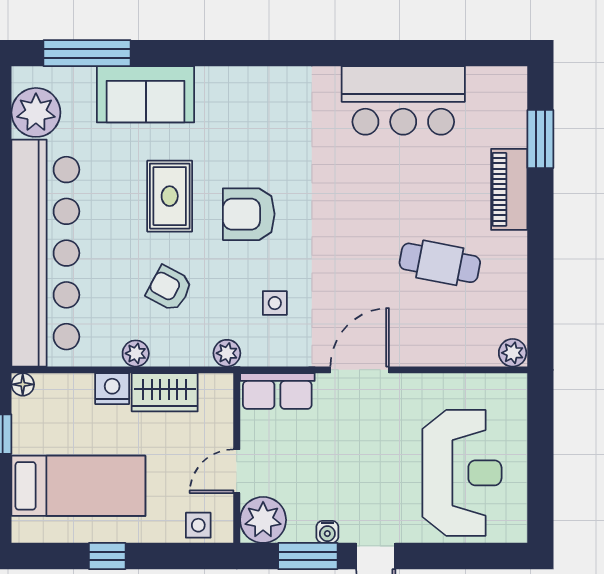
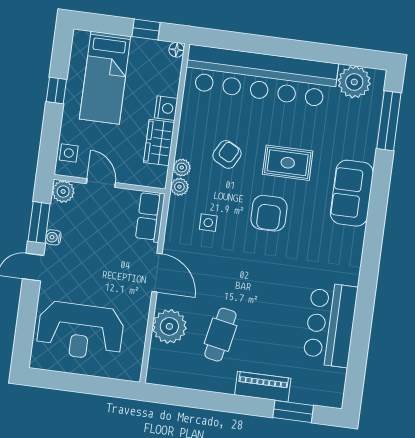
sofa: (146, 94) -> (352, 193), moved
armchair: (249, 214) -> (269, 213), turned 180
plant: (136, 353) -> (182, 168), moved
plant: (513, 353) -> (169, 326), moved, width x1.87, depth x1.87
plant: (263, 520) -> (63, 192), width x0.73, depth x0.73

